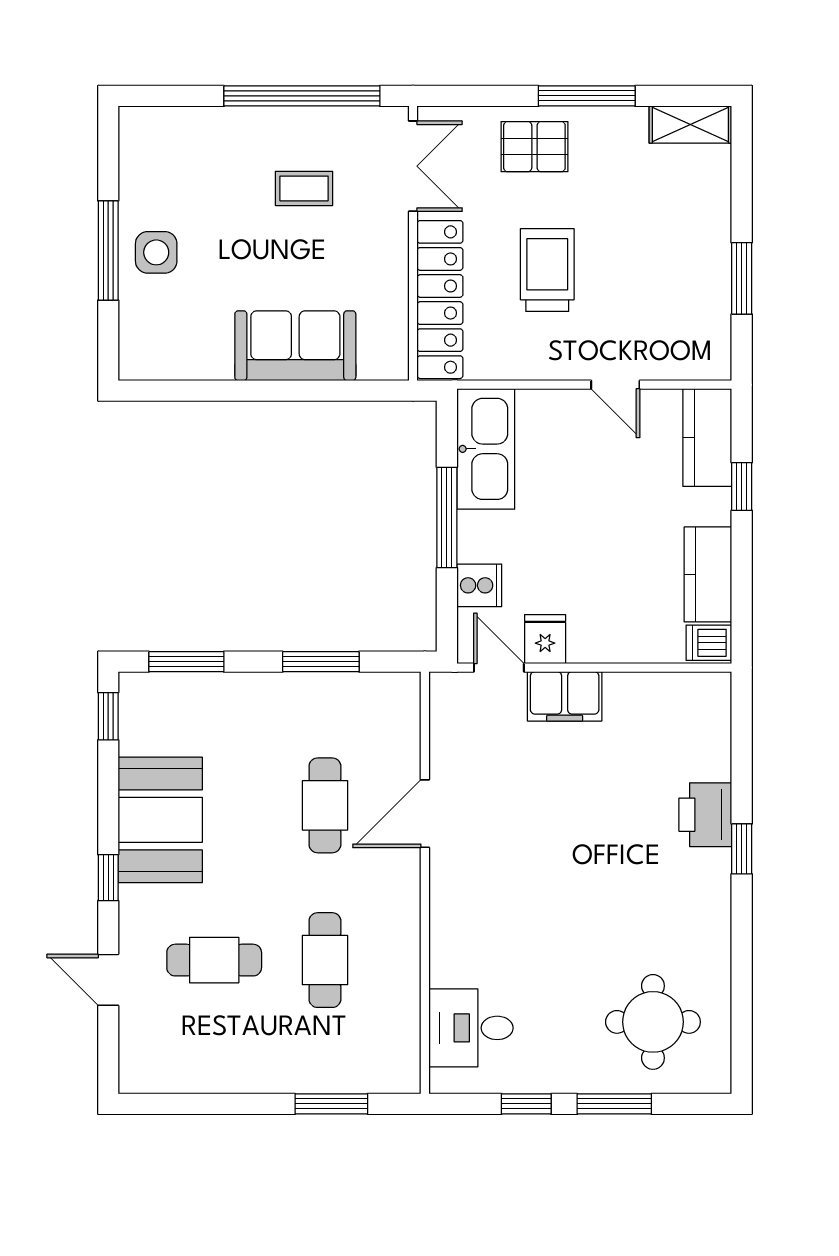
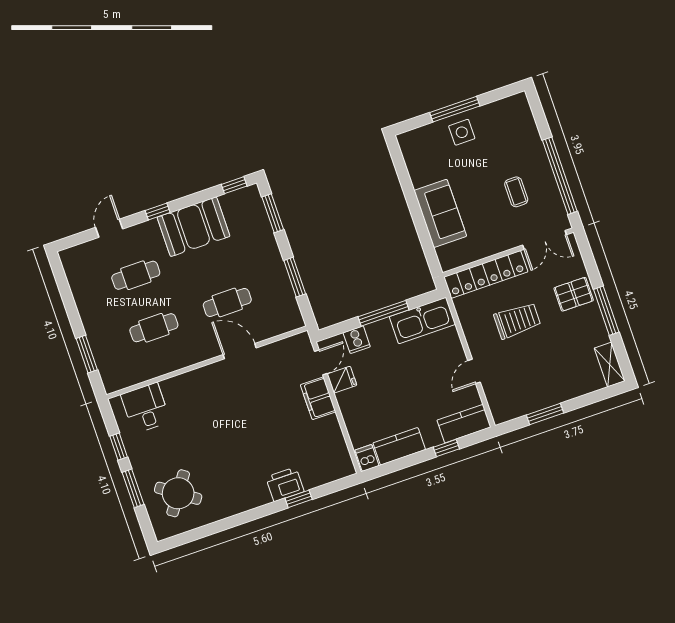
pallet: (534, 147) -> (574, 294), turned 90
window: (742, 849) -> (299, 499), moved
cafe table: (214, 960) -> (136, 275), turned 90
round table: (653, 1022) -> (178, 493), turned 35

